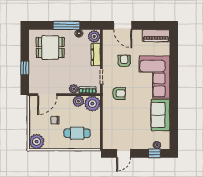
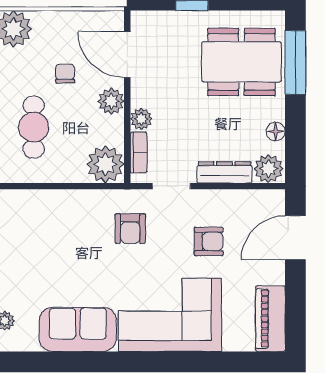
window: (67, 25) -> (295, 62), moved
dining table: (50, 48) -> (242, 62), width x1.38
plant: (78, 101) -> (111, 101), moved

